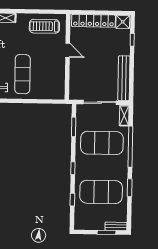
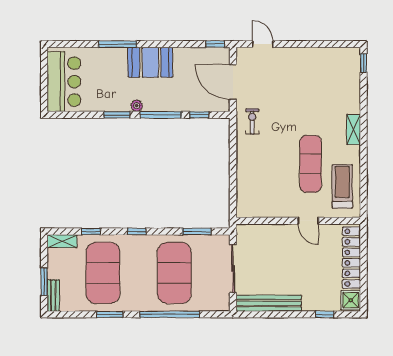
door: (68, 50) -> (308, 221), hinge flipped
exercise mat: (23, 74) -> (311, 164), moved, turned 90
shelving: (124, 116) -> (62, 241), moved

